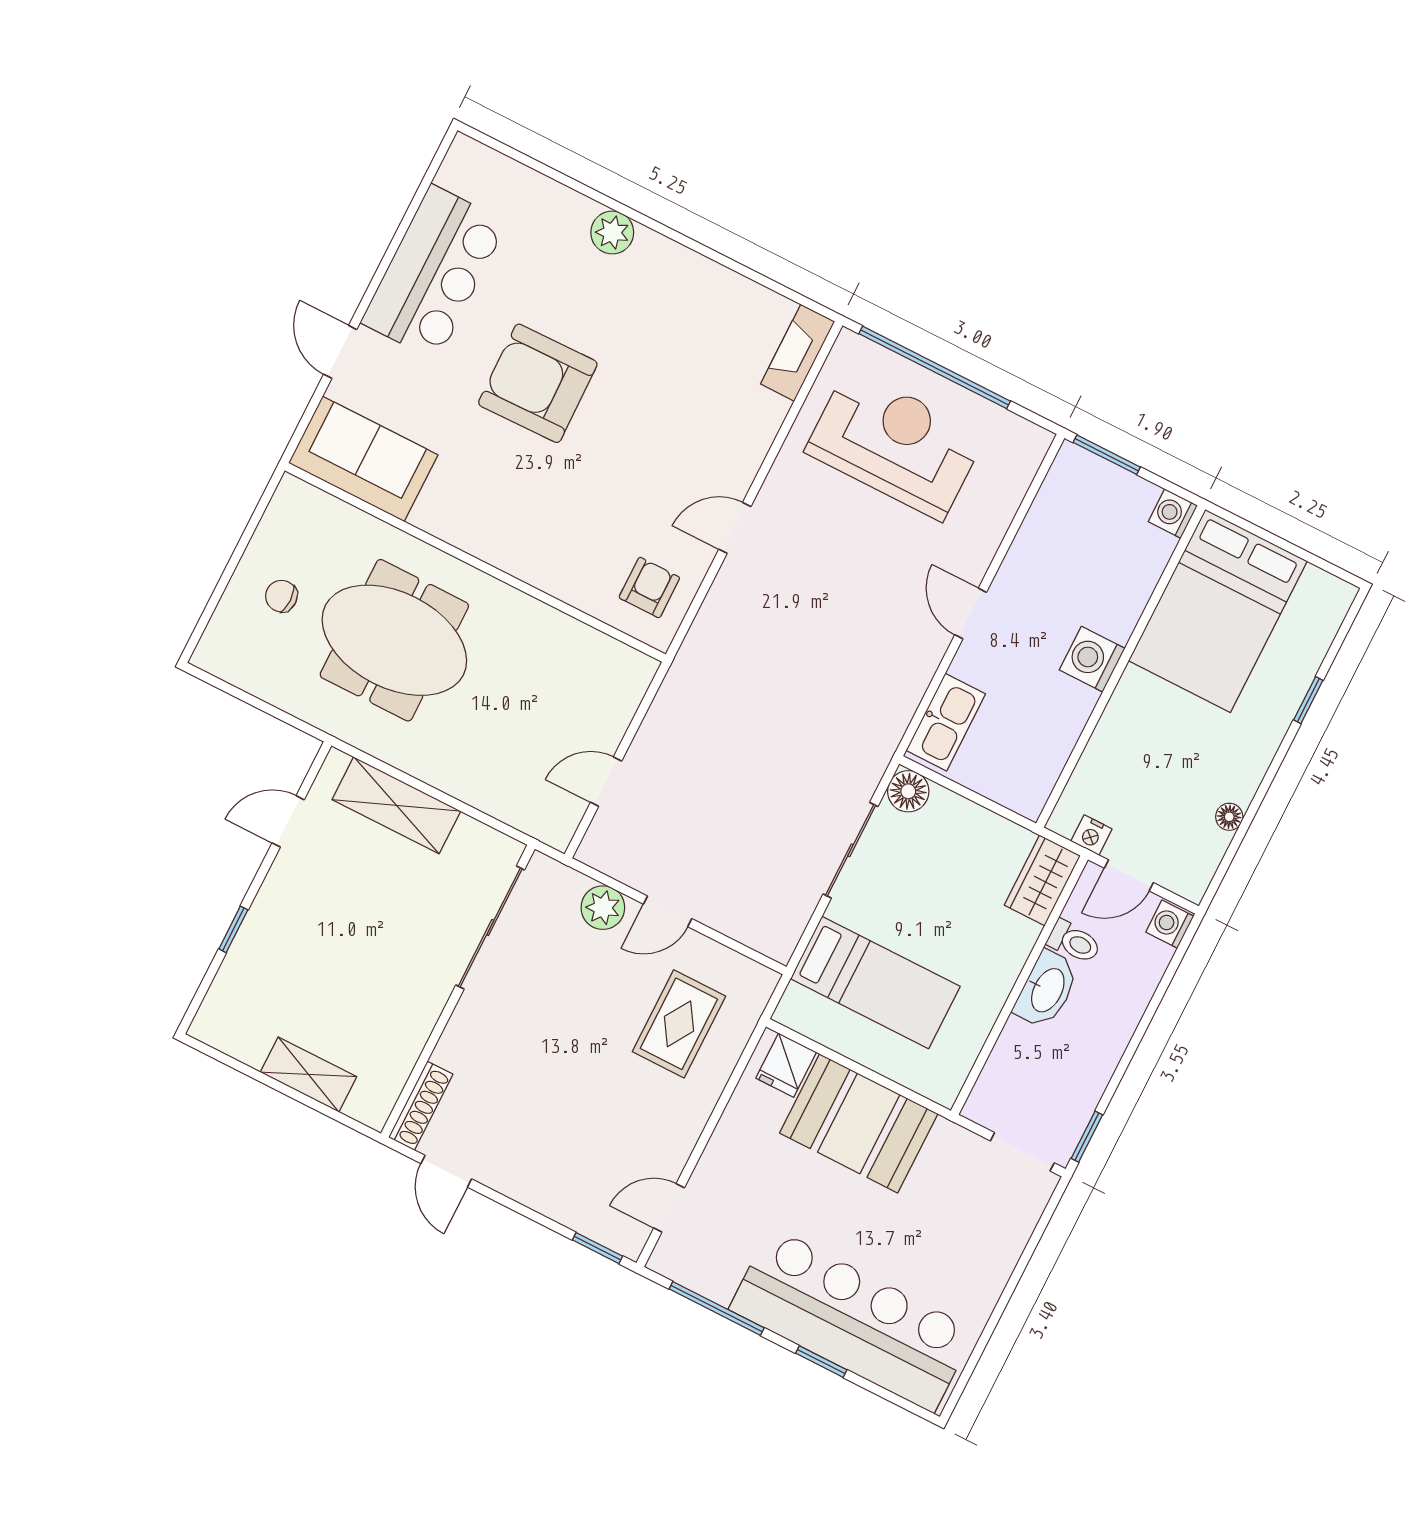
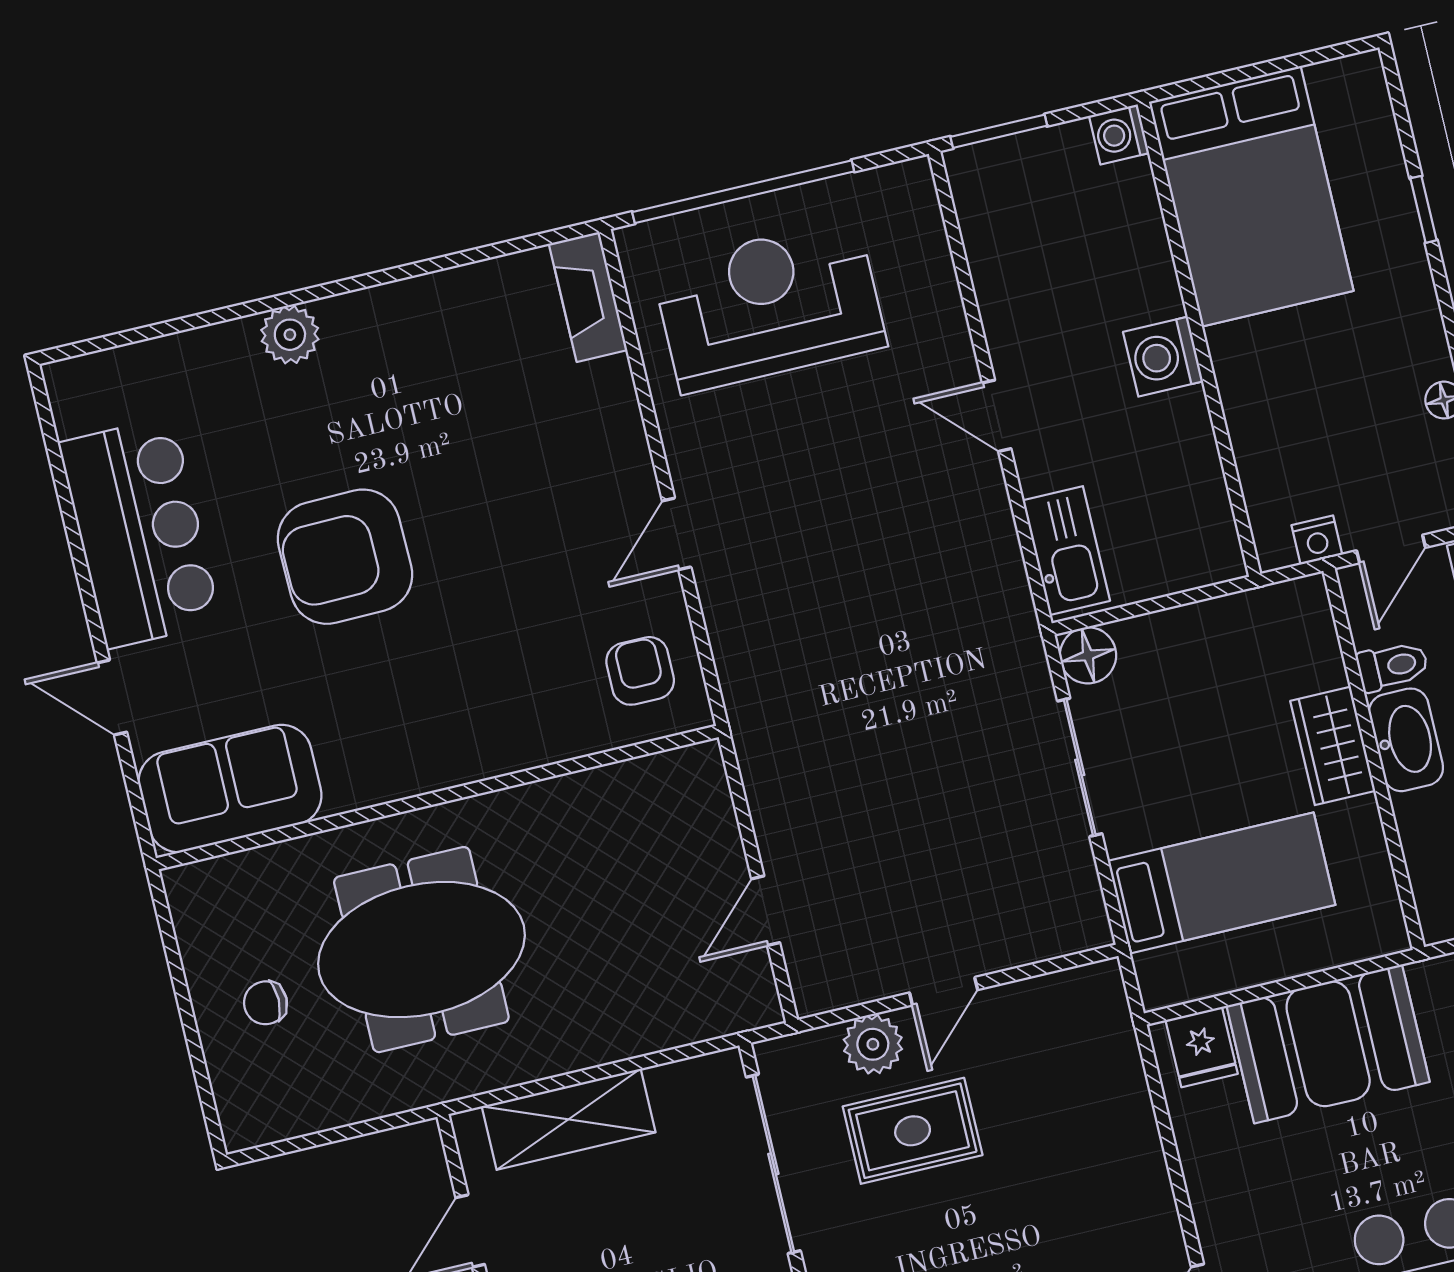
wardrobe: (1042, 880) -> (1333, 746), moved
rug: (679, 1024) -> (913, 1131), moved, turned 90

